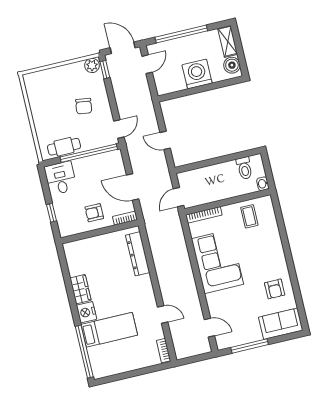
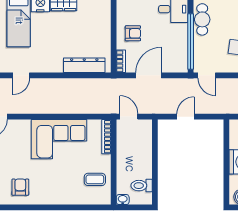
armchair: (94, 213) -> (133, 33), turned 90
armchair: (275, 289) -> (20, 187), turned 90

